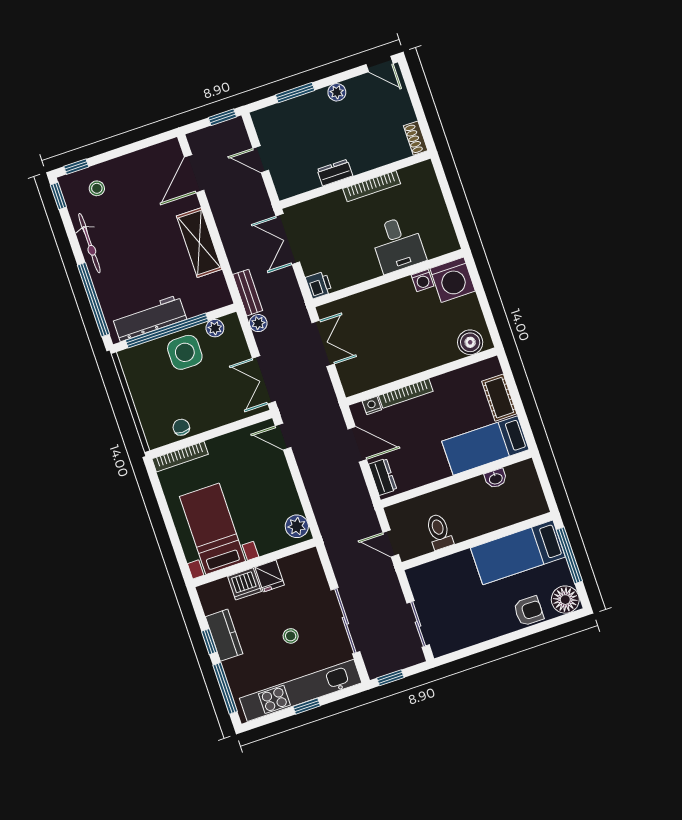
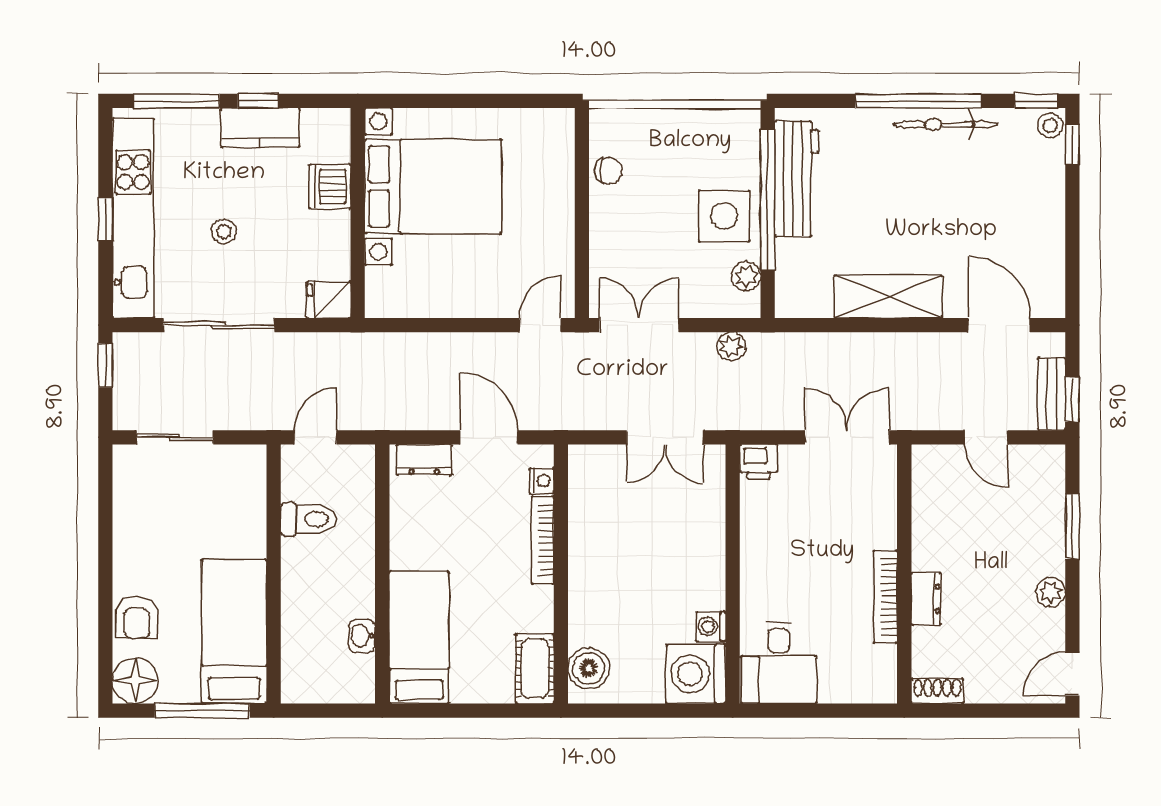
door: (261, 159) -> (986, 437), swing flipped
dresser: (335, 173) -> (926, 599), moved
stool: (97, 188) -> (1050, 126), moved
desk: (398, 244) -> (779, 663), moved, turned -90
bench: (248, 293) -> (1052, 394), moved, turned 90
window: (94, 300) -> (918, 101), moved
cot: (499, 398) -> (535, 669), moved, turned 90
door: (357, 444) -> (489, 437), swing flipped
bookcase: (180, 457) -> (563, 153), removed
plant: (297, 526) -> (392, 299), removed
bed with nightstands: (212, 529) -> (433, 187), width x1.36
fridge: (270, 576) -> (329, 300), moved

